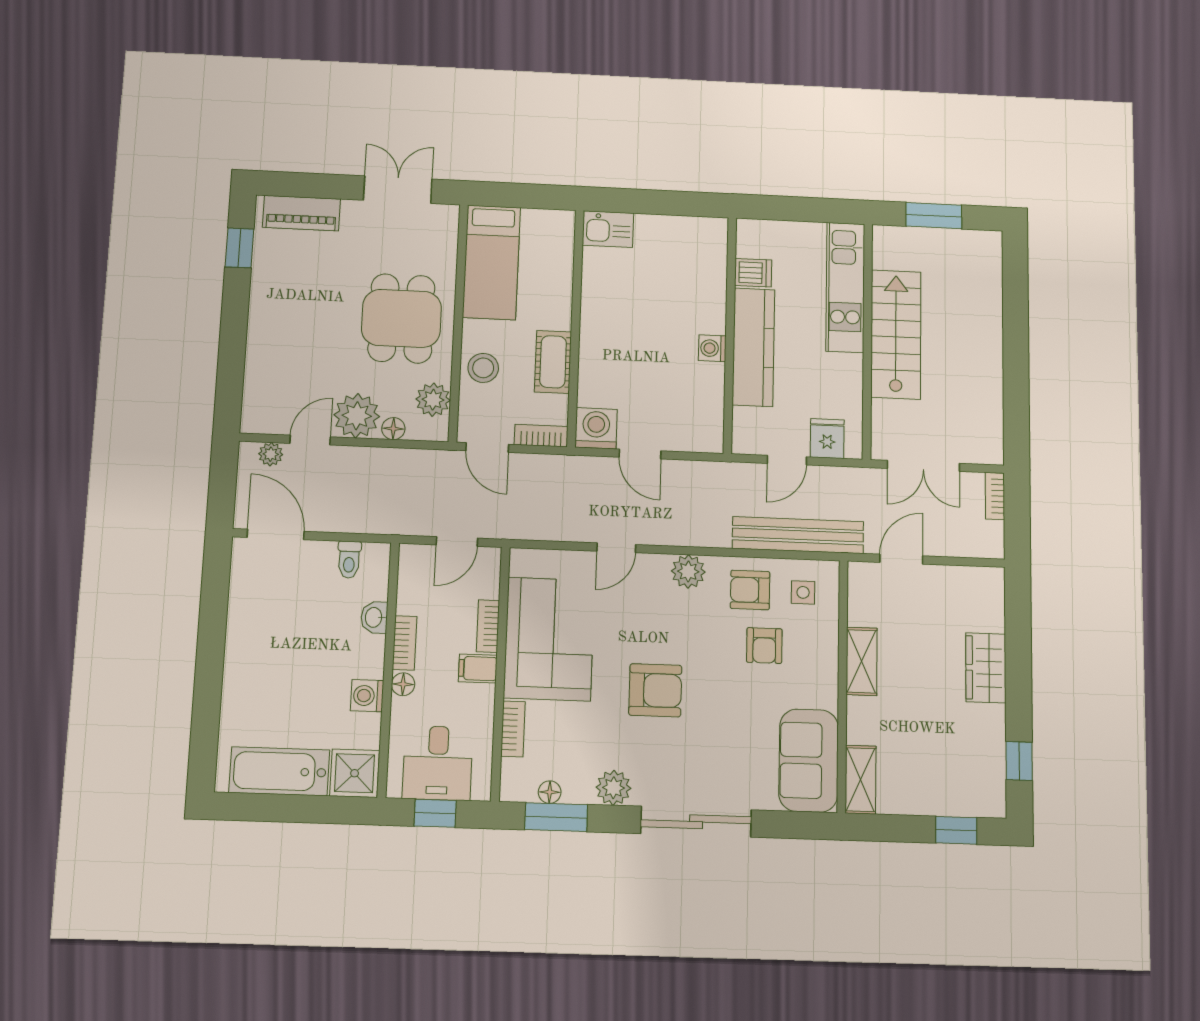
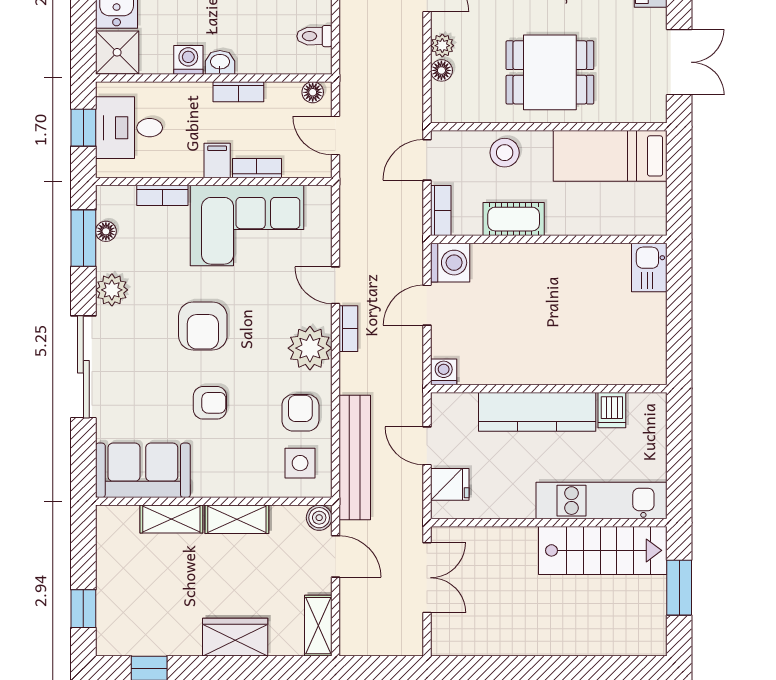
stairs: (896, 334) -> (603, 550), moved
washing machine: (712, 348) -> (444, 372), moved
plant: (433, 400) -> (471, 107), removed
plant: (357, 416) -> (442, 46), width x0.53, depth x0.53
double door: (923, 466) -> (427, 578), swing flipped
bookcase: (995, 496) -> (348, 329), moved, turned 90
plant: (688, 571) -> (310, 348), width x1.36, depth x1.36
boiler: (861, 575) -> (319, 518), added
shelving: (973, 580) -> (318, 626), added
side table: (803, 592) -> (300, 463), width x1.37, depth x1.37
washbasin: (374, 617) -> (220, 62), moved
armchair: (764, 646) -> (210, 403), moved, turned 180
floor lamp: (403, 684) -> (313, 92), moved
shelving: (861, 780) -> (171, 519), moved

